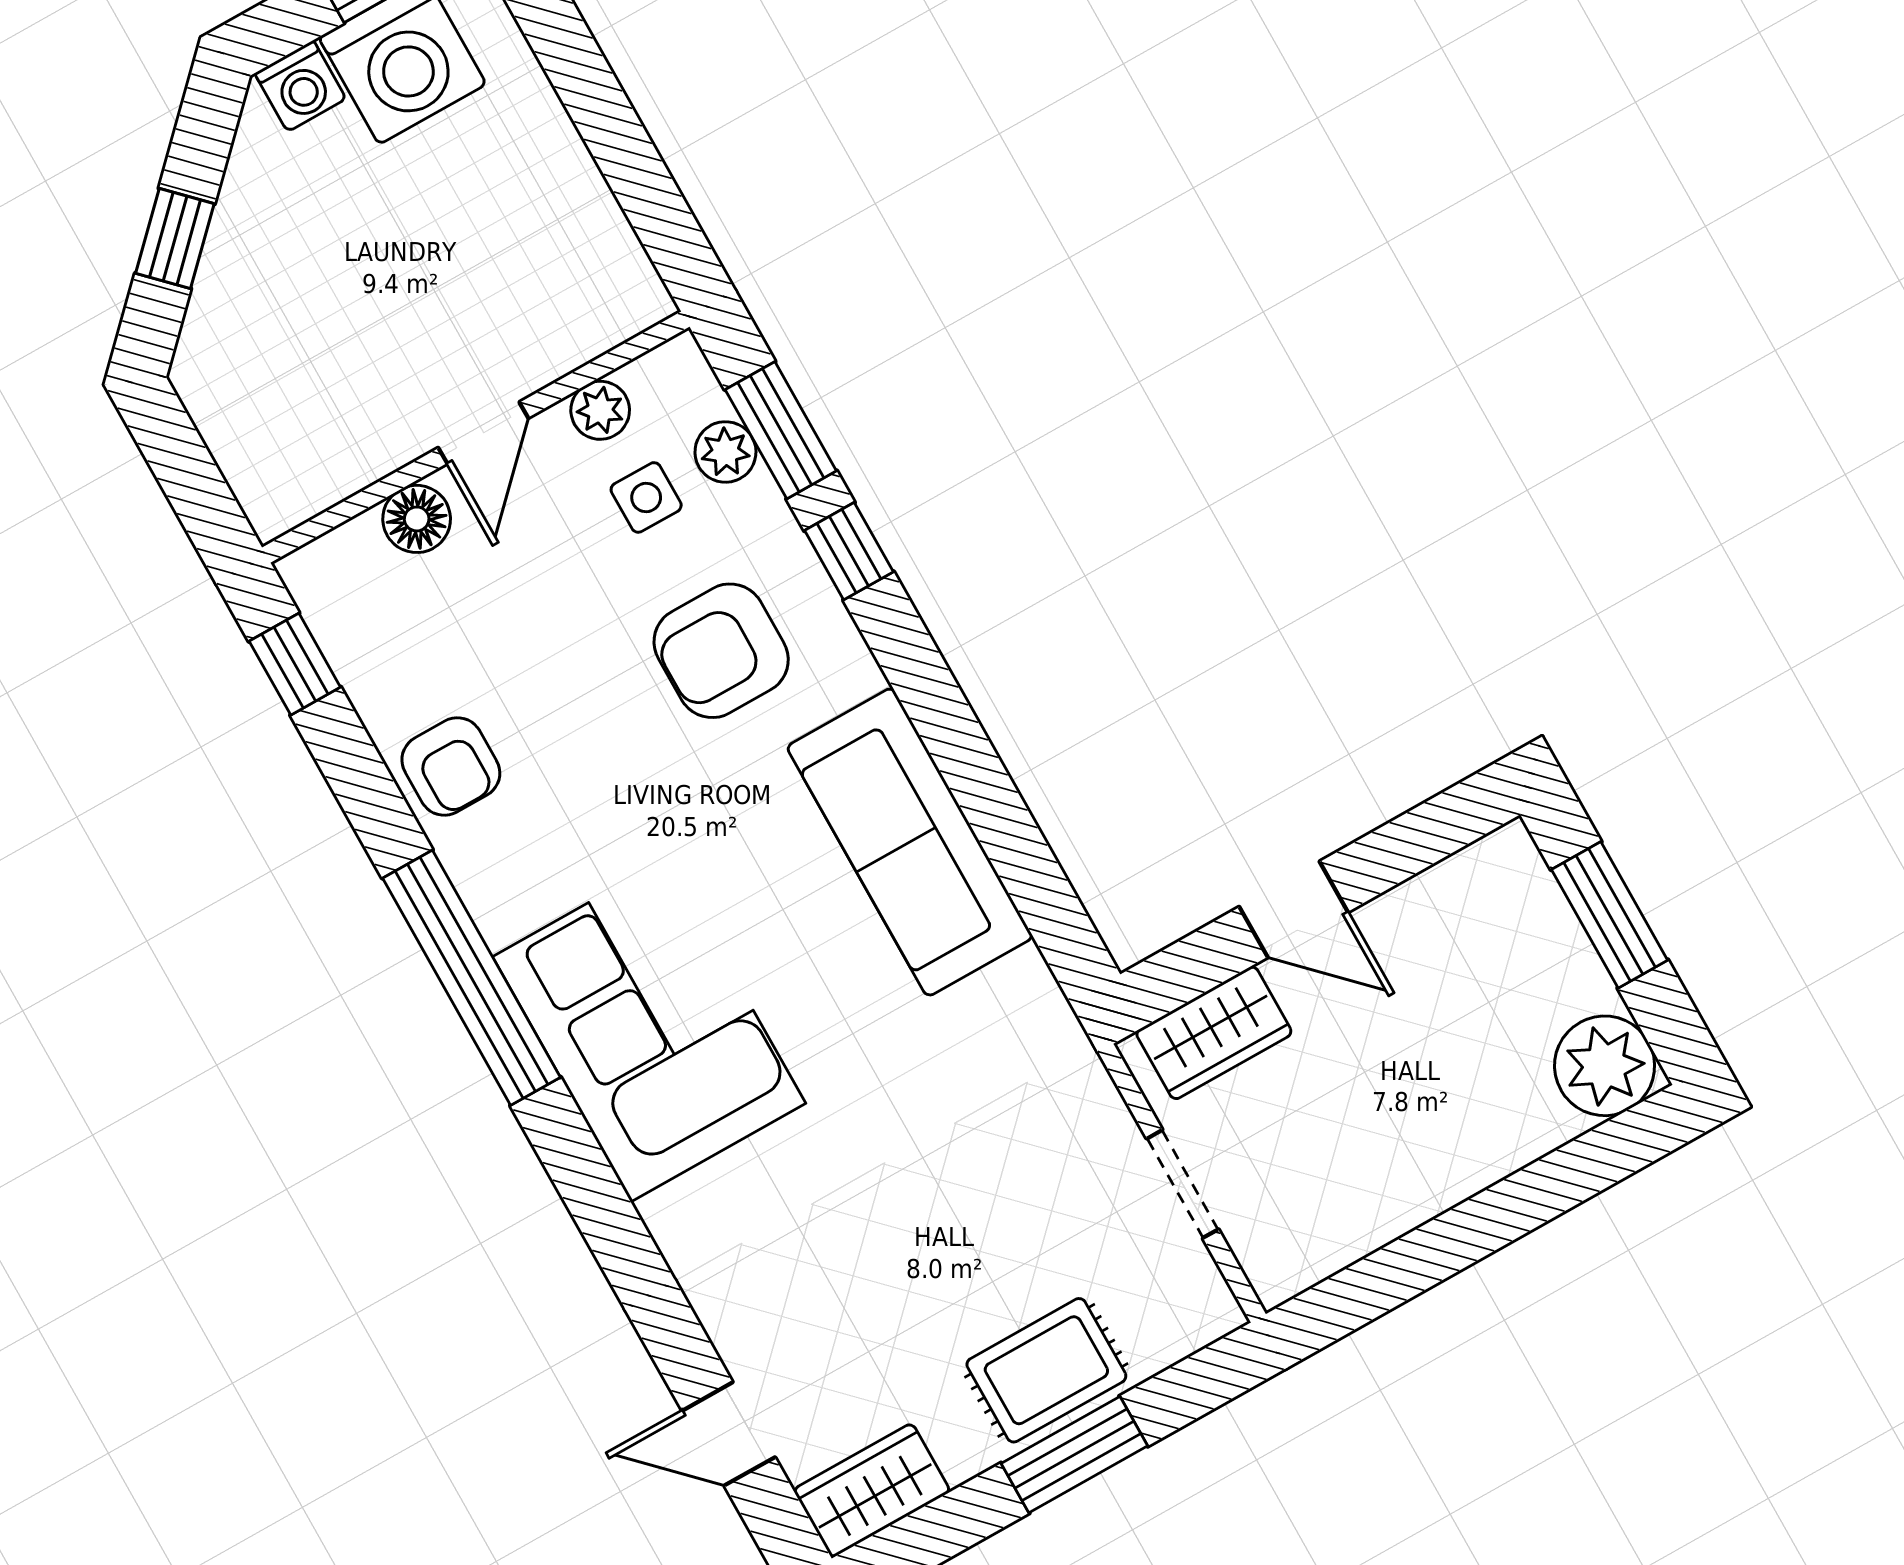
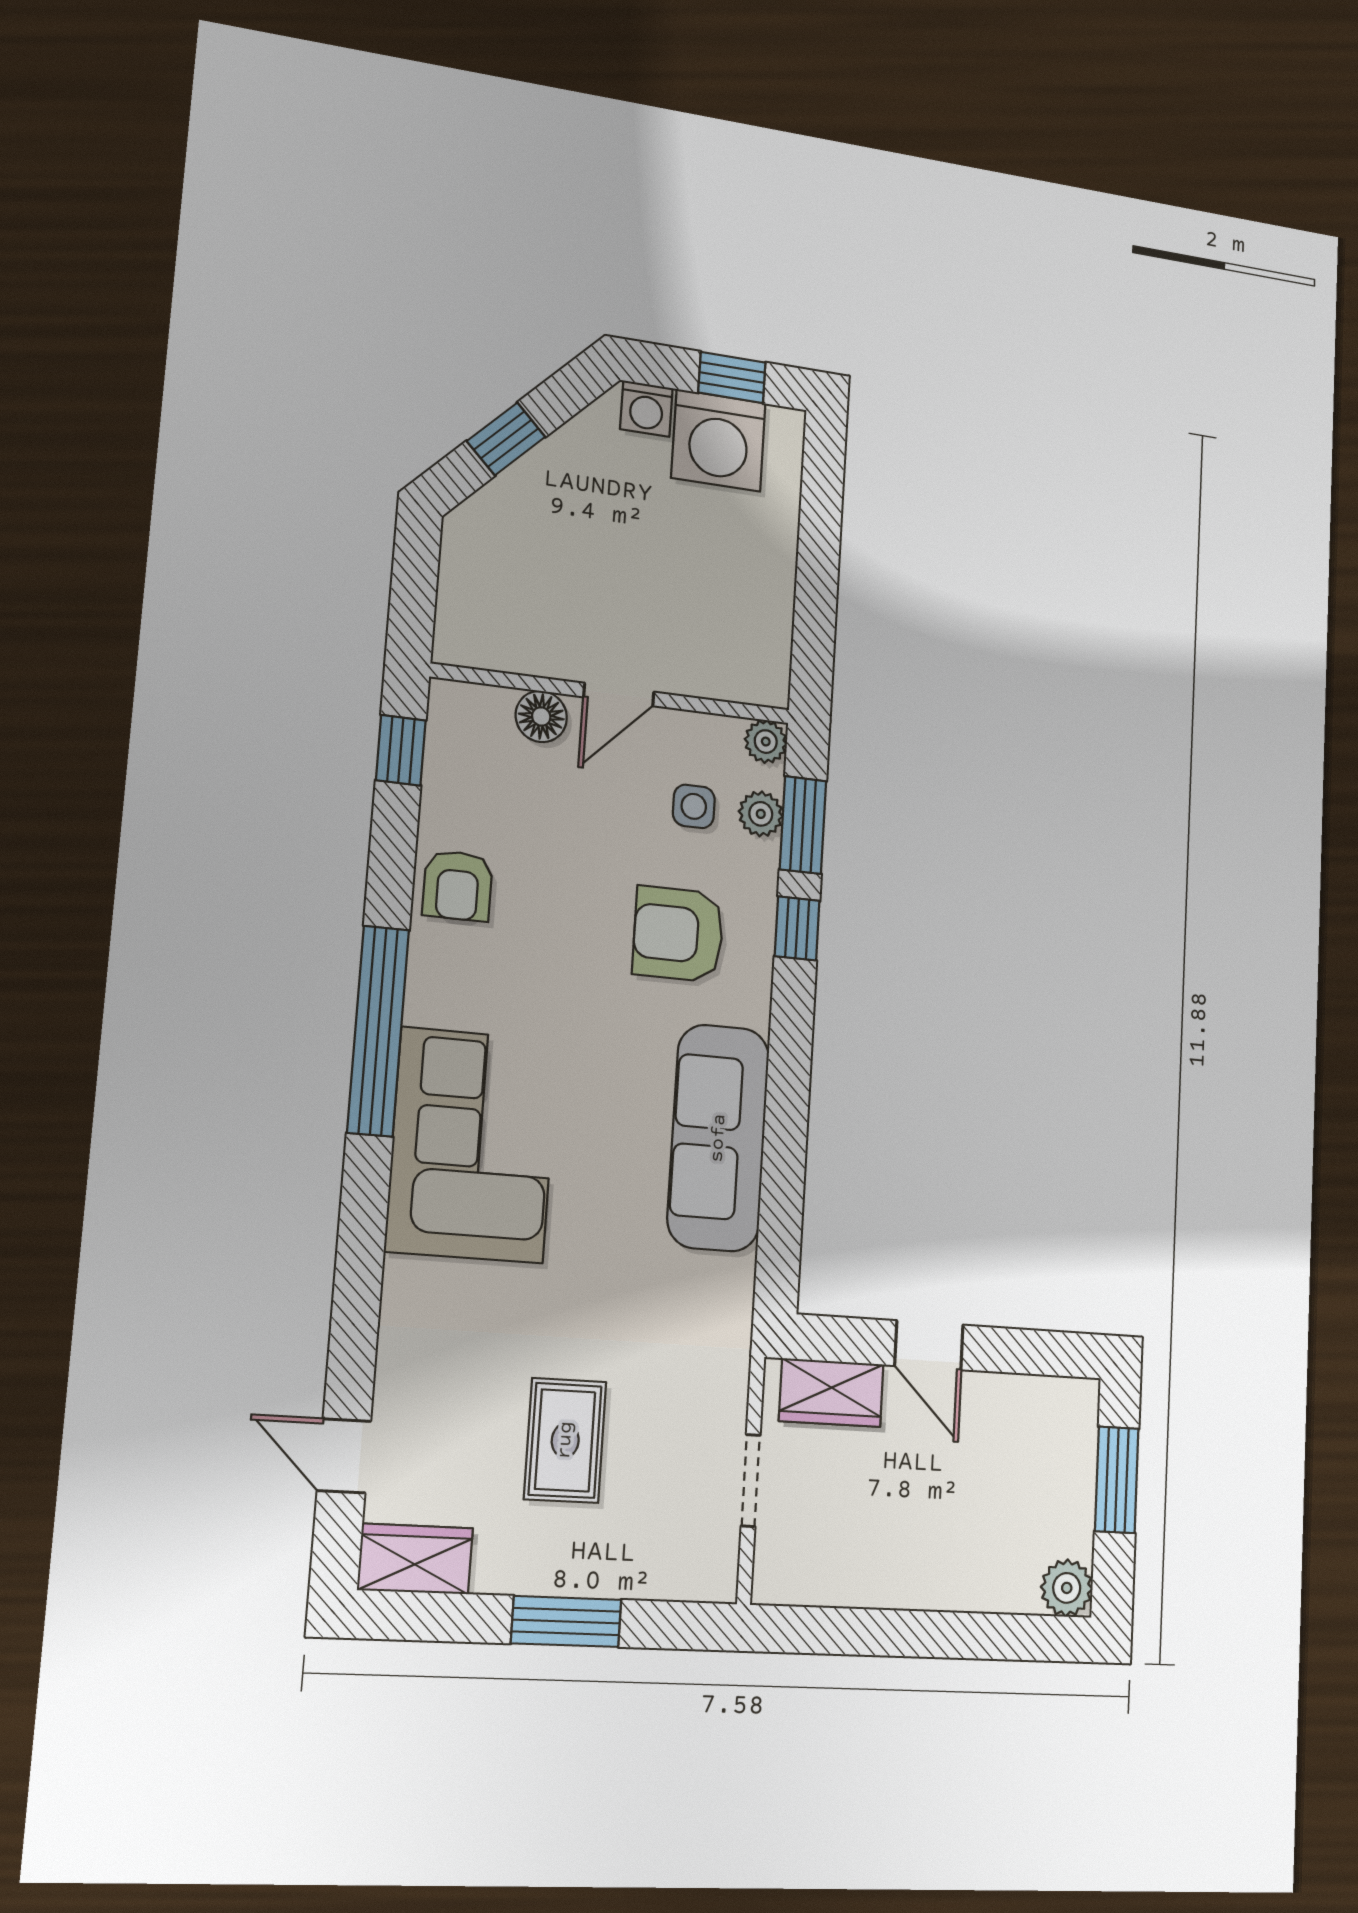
plant: (600, 410) -> (766, 742), moved
plant: (1605, 1066) -> (1067, 1588), width x0.73, depth x0.73
rug: (1046, 1370) -> (565, 1440), moved, turned 90

